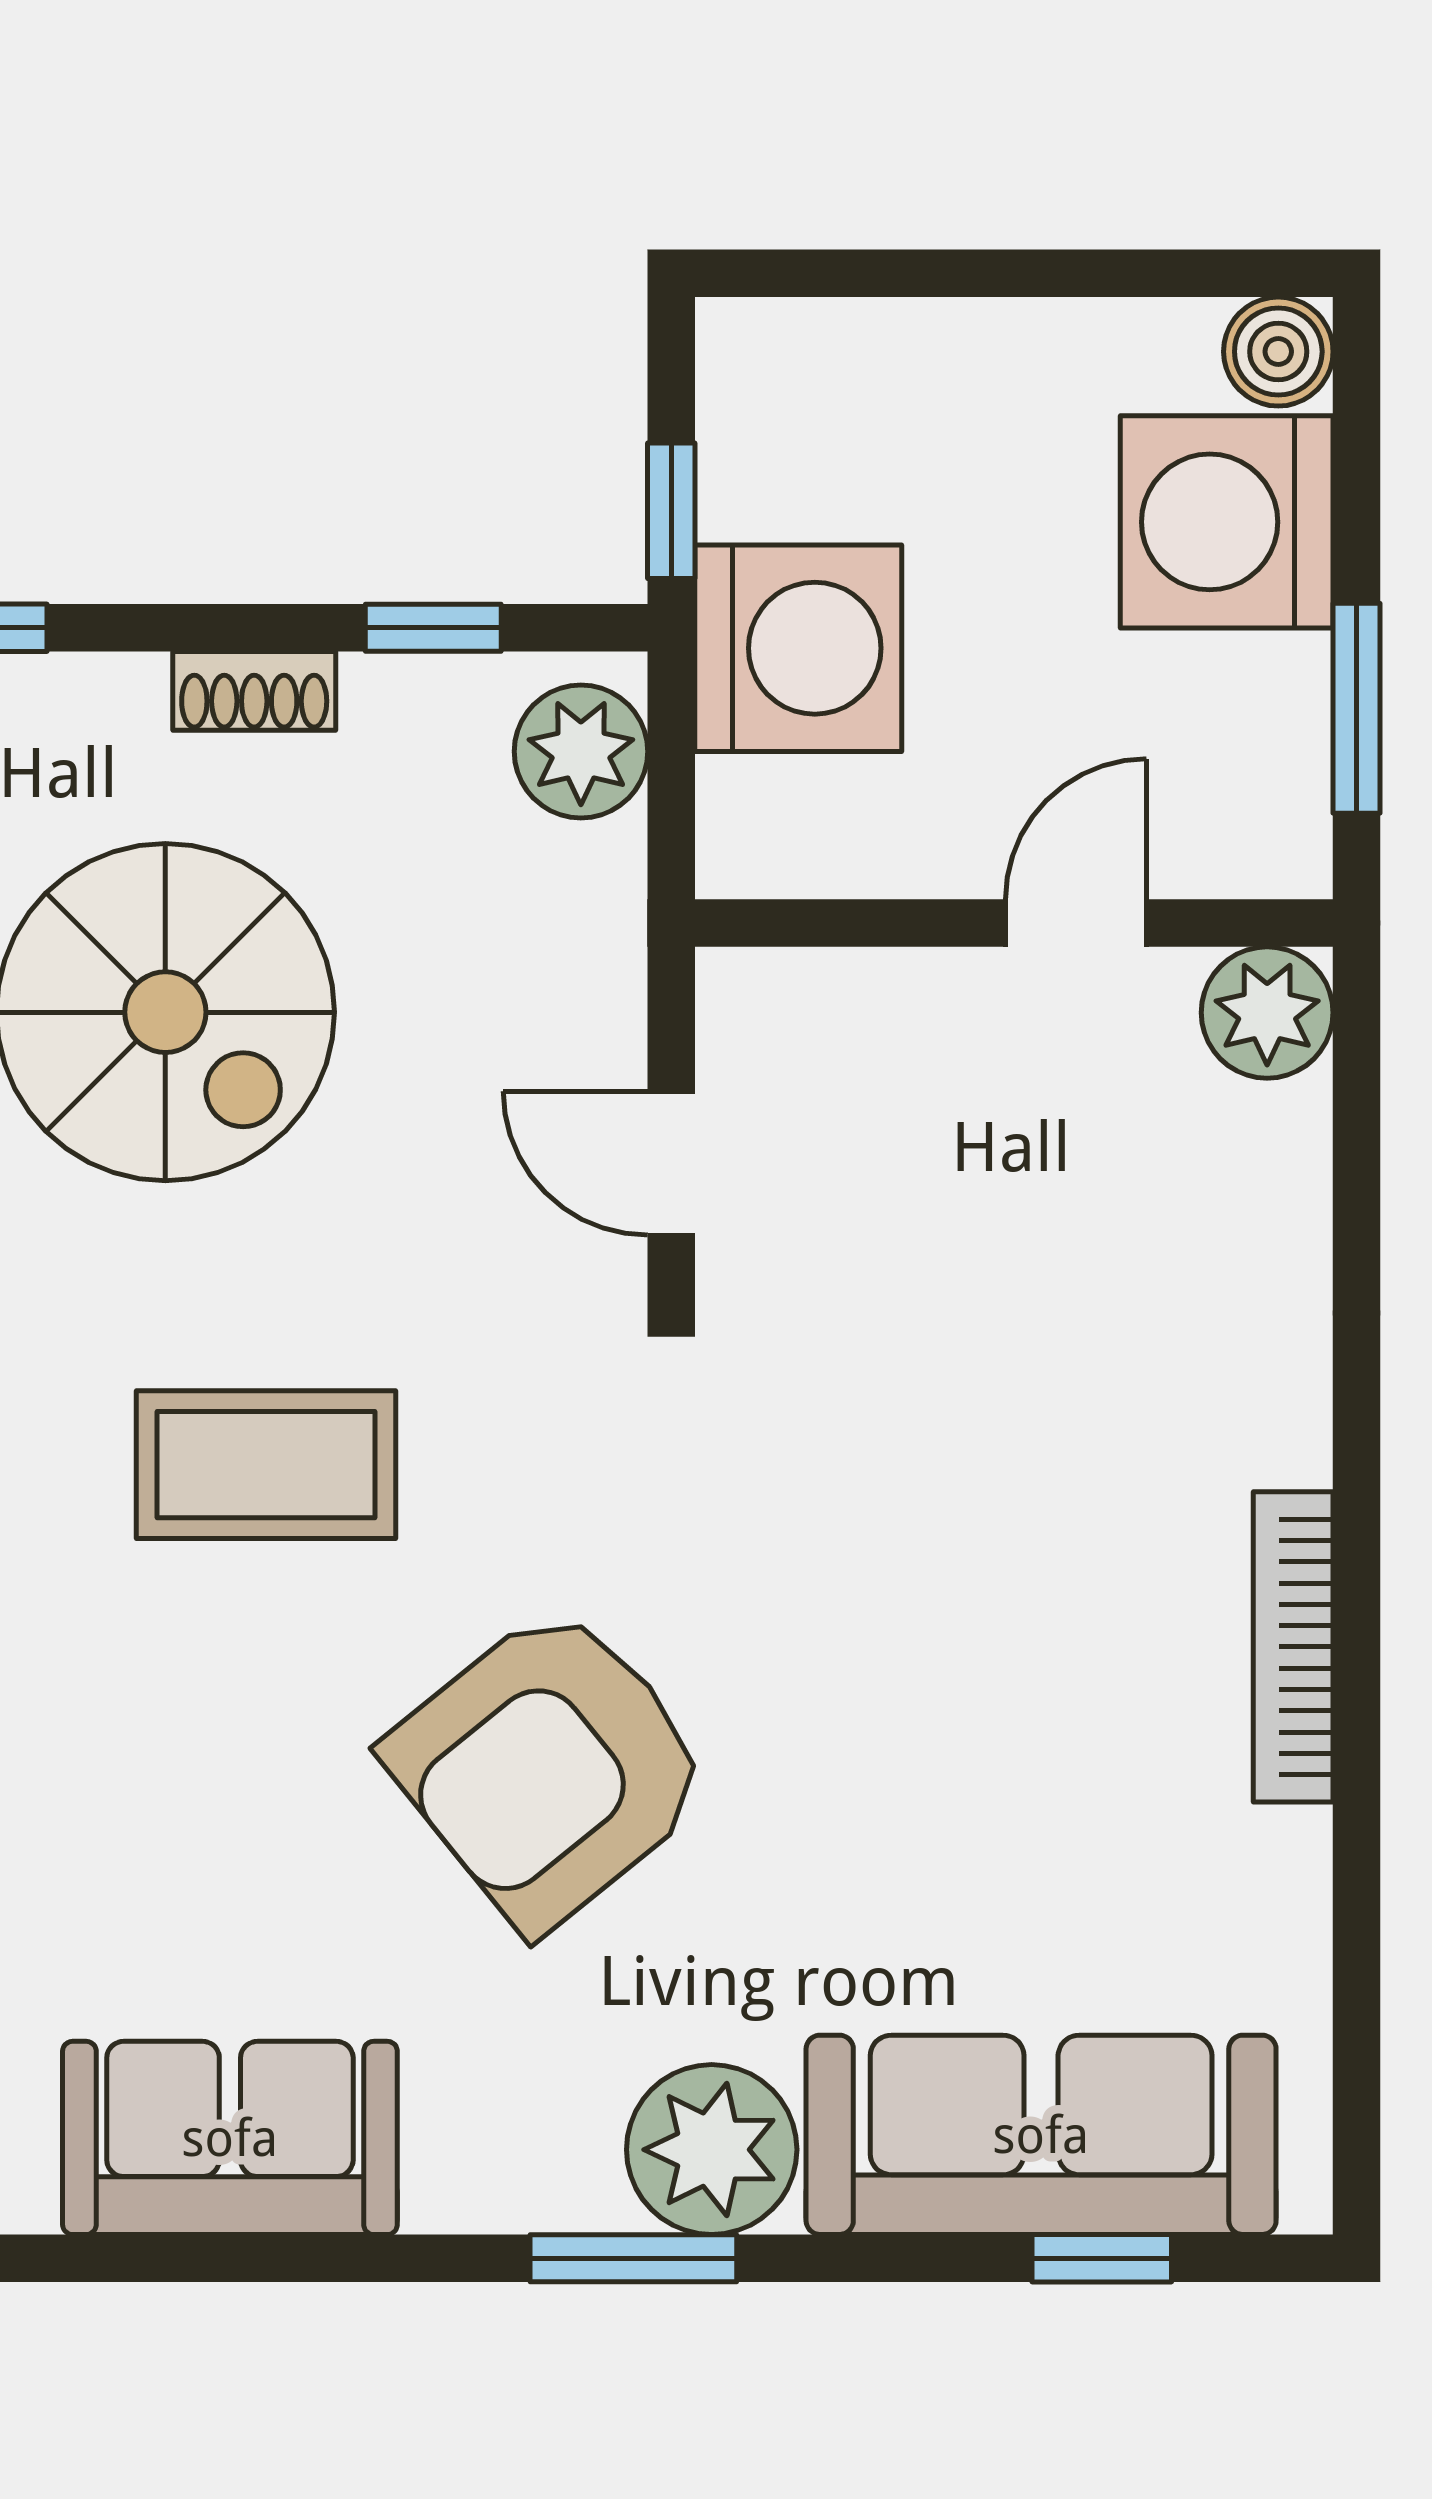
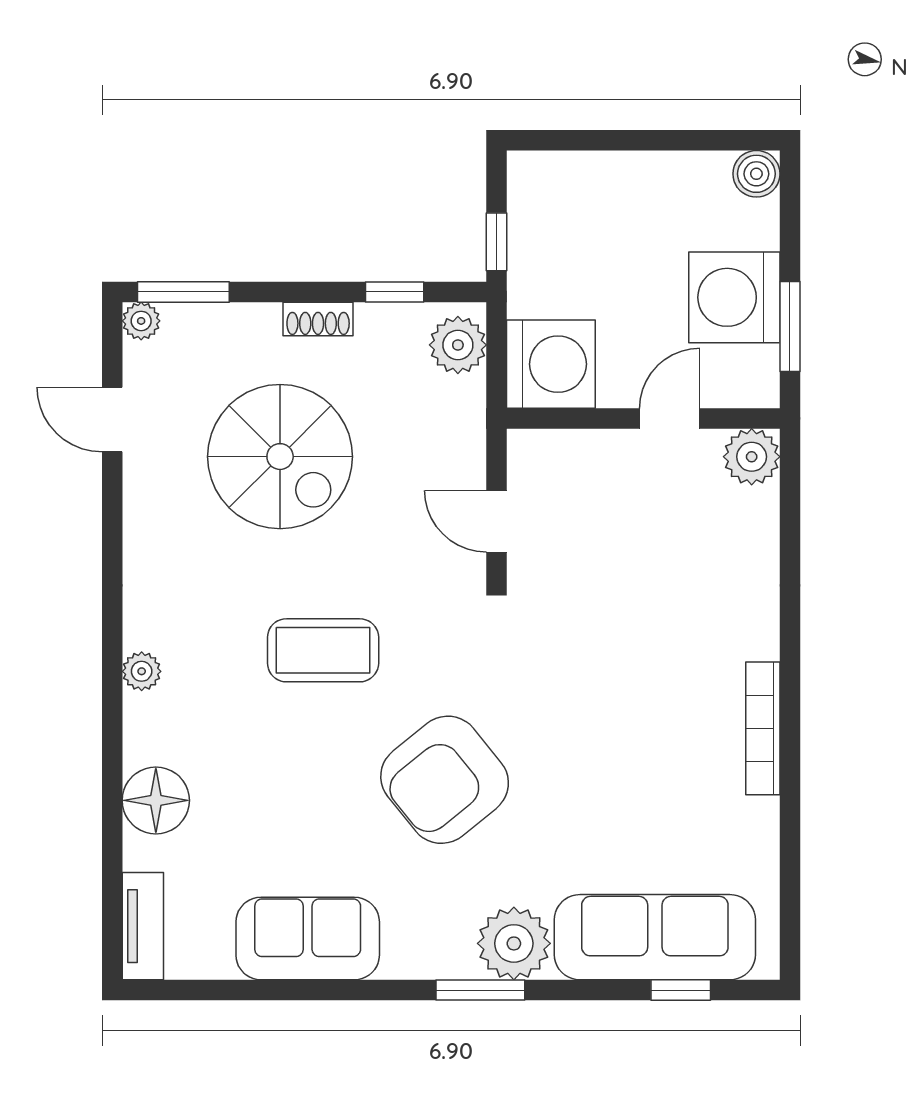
washing machine: (1227, 522) -> (734, 297), moved
washing machine: (798, 648) -> (551, 364), moved

